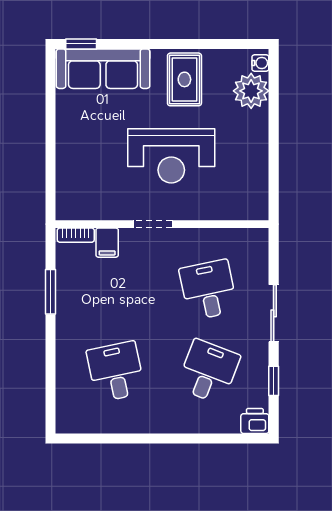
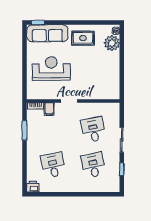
rug: (184, 79) -> (83, 38), turned 90
reception desk: (171, 156) -> (51, 69), moved, turned 180
desk: (208, 372) -> (93, 165), turned -33
printer: (255, 421) -> (33, 187), moved

